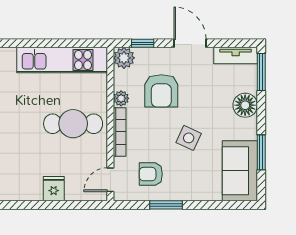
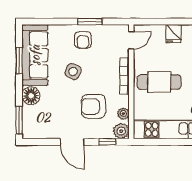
tv unit: (236, 56) -> (38, 133), removed
armchair: (161, 91) -> (93, 106), turned -90
plant: (121, 98) -> (123, 114), moved
sofa: (240, 171) -> (35, 55), width x1.36
armchair: (151, 174) -> (83, 40), moved, turned 90

